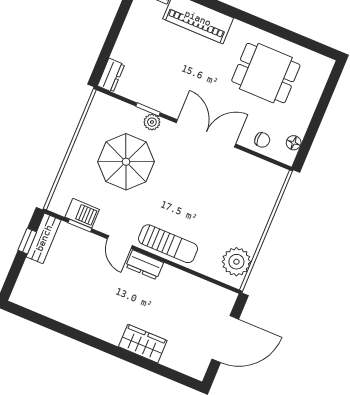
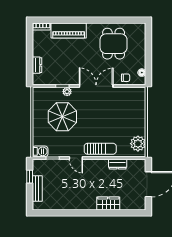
dining table: (266, 73) -> (114, 44), turned 90
dresser: (111, 75) -> (37, 65), moved
barbecue: (82, 213) -> (40, 151), moved
bench: (44, 238) -> (37, 188), moved
dresser: (144, 265) -> (118, 164), moved

